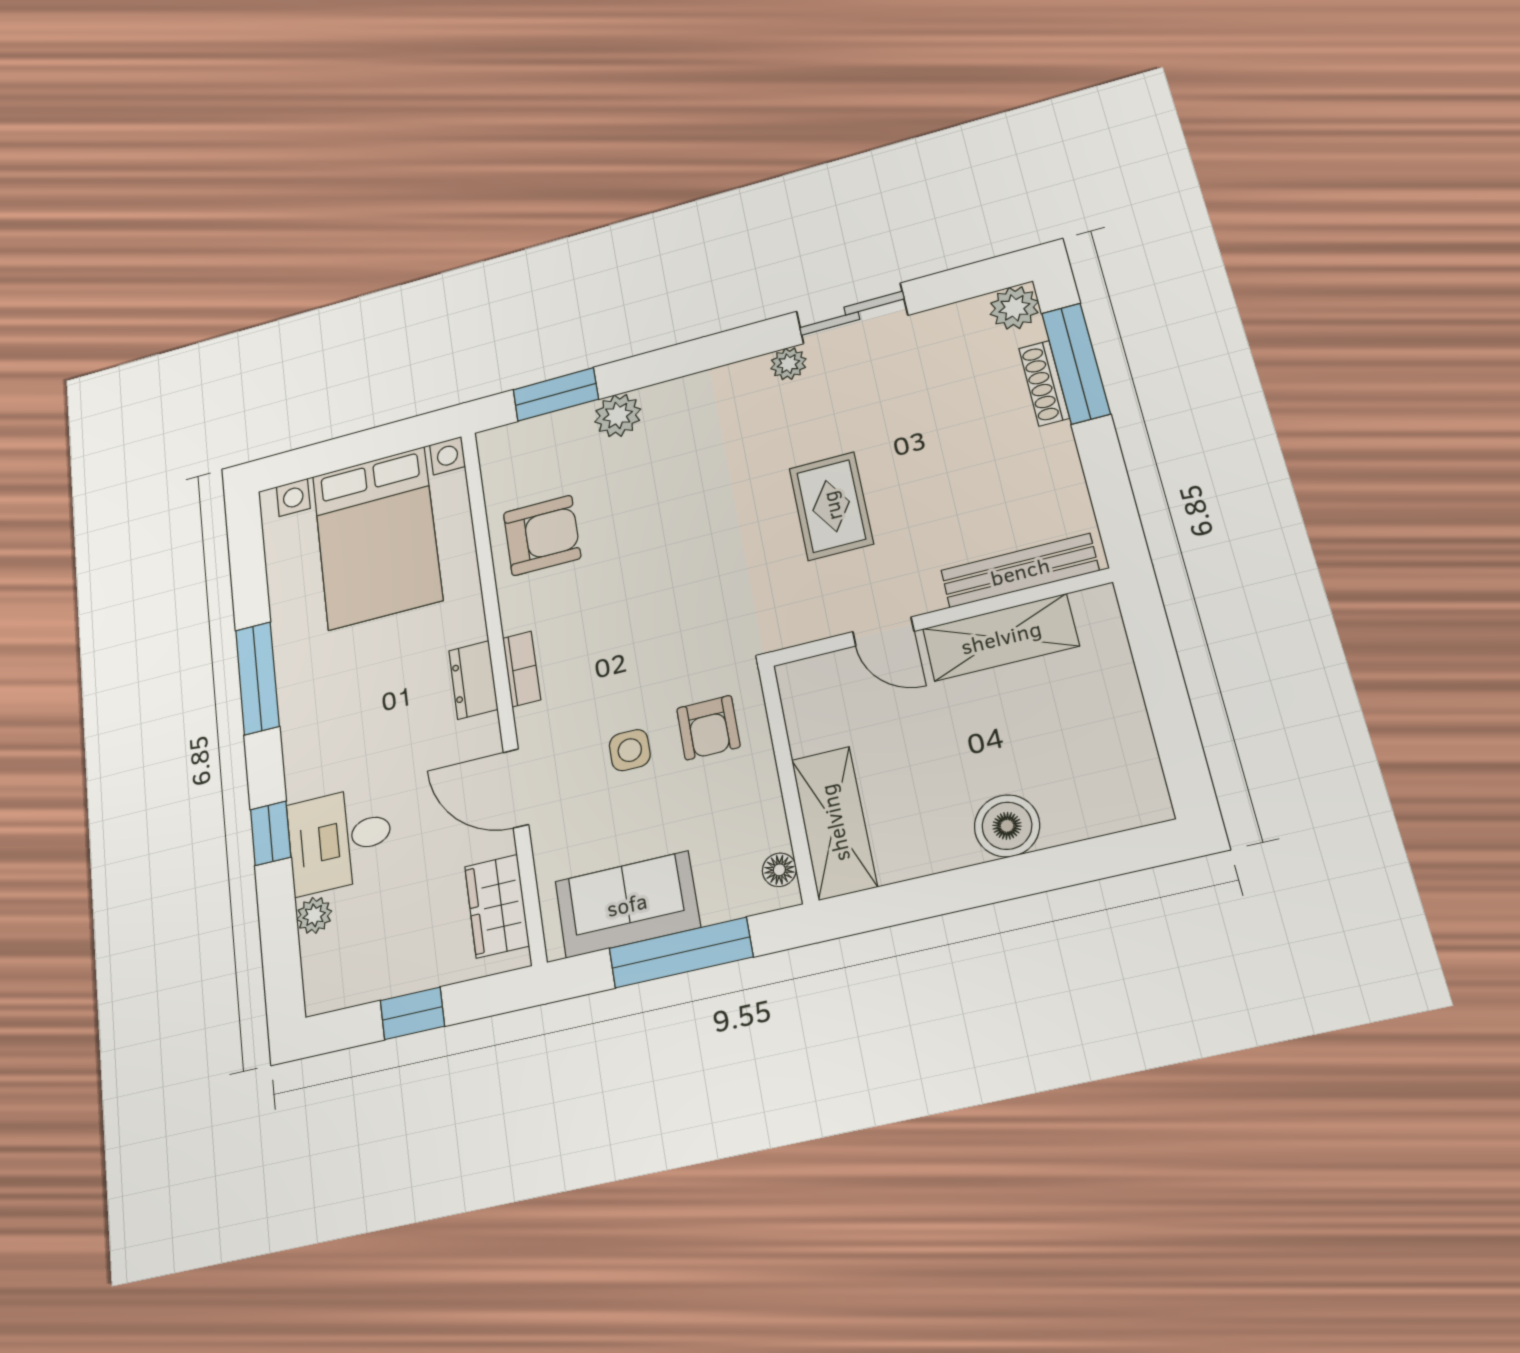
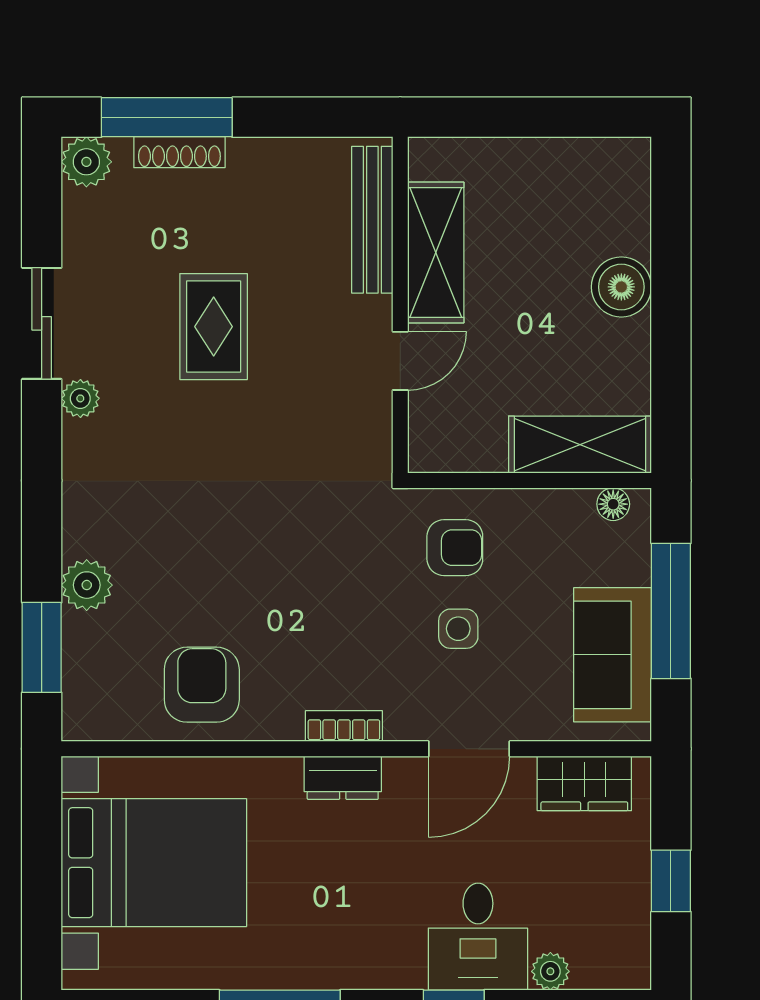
rug: (831, 506) -> (214, 327), moved, turned 90

